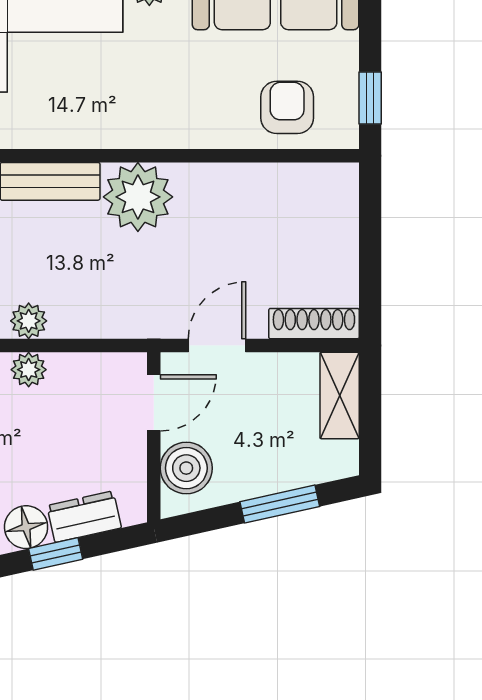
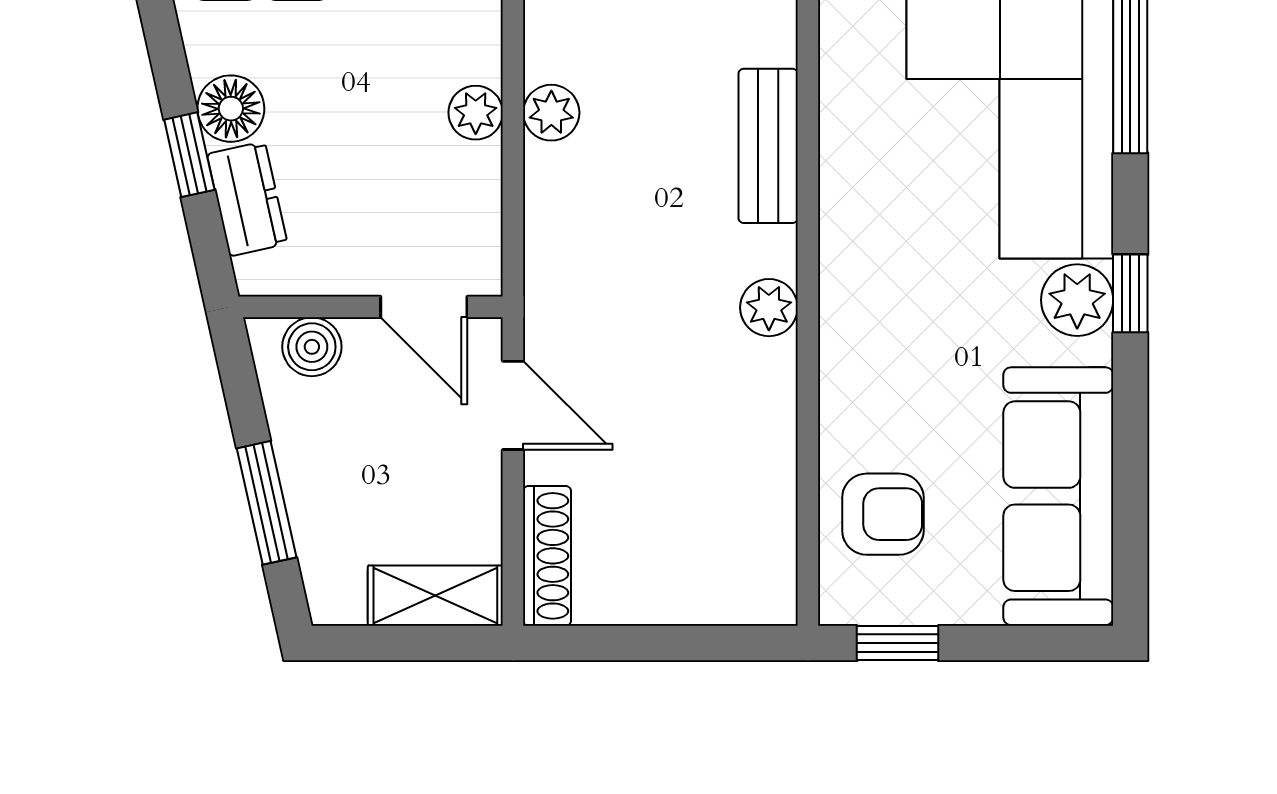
plant: (138, 197) -> (769, 308), width x0.53, depth x0.53
boiler: (186, 468) -> (312, 347), width x0.73, depth x0.73

